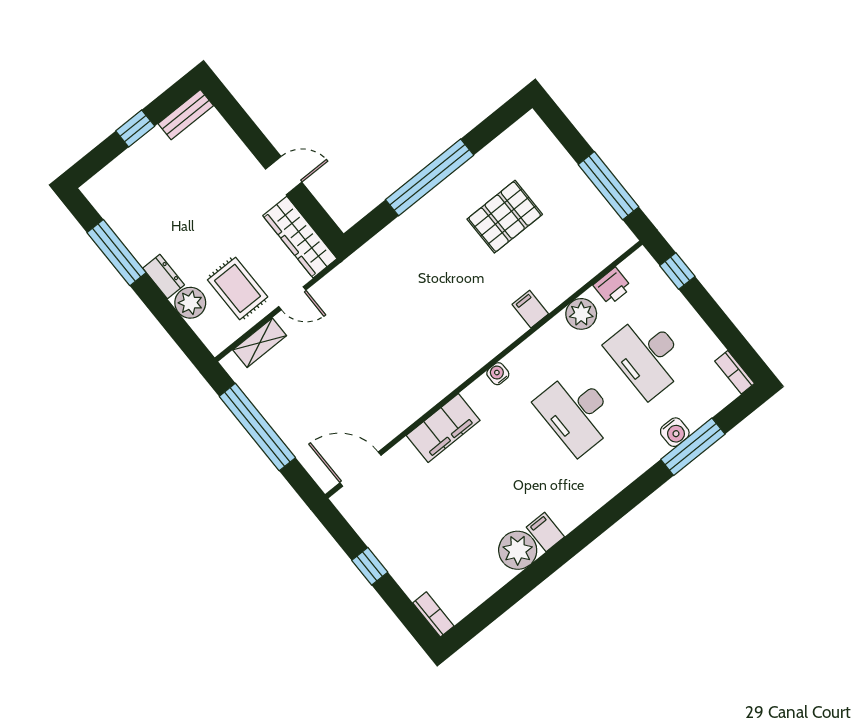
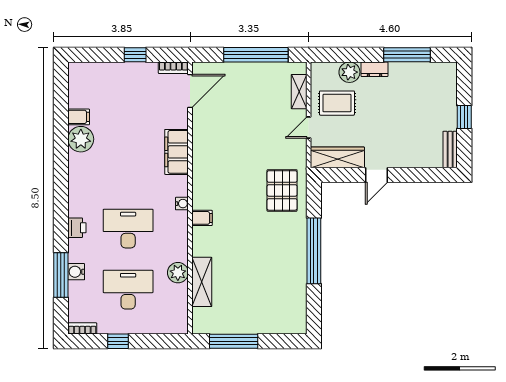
pallet: (505, 217) -> (282, 190), moved
window: (677, 271) -> (118, 341), moved
shelving: (570, 278) -> (202, 282), added
printer: (612, 286) -> (77, 228), moved, turned 180
filing cabinet: (530, 309) -> (202, 218), moved
filing cabinet: (545, 532) -> (79, 117), moved
bookcase: (433, 614) -> (173, 68), moved

